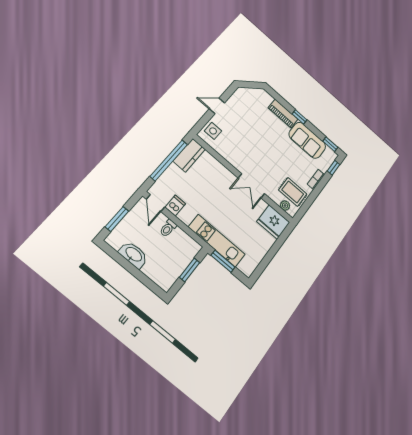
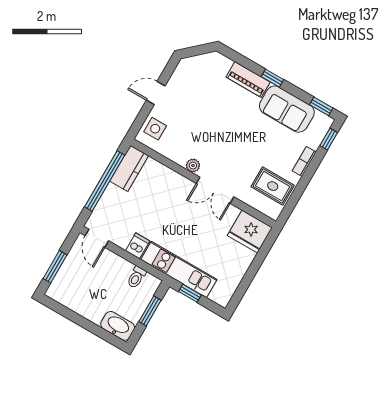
dishwasher: (175, 206) -> (138, 246), moved
plant: (285, 206) -> (193, 166), moved
toilet: (168, 228) -> (136, 277), moved
washbasin: (133, 255) -> (118, 326), moved
window: (223, 261) -> (190, 293), width x0.67

